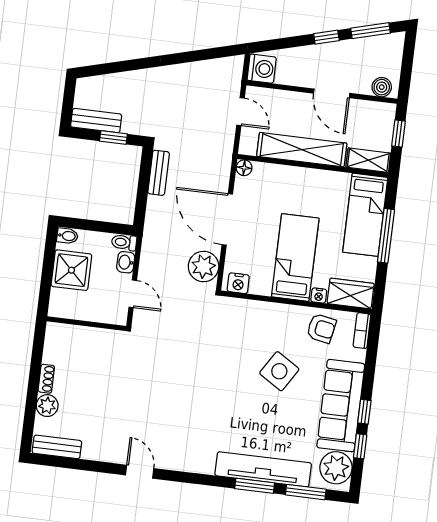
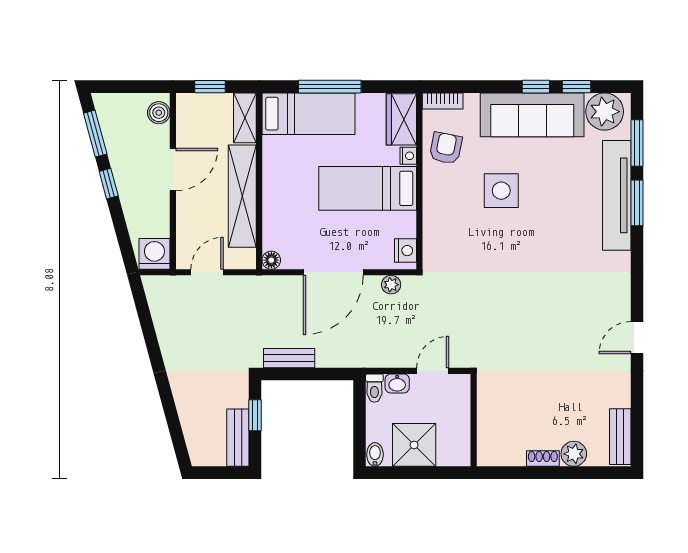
plant: (204, 267) -> (391, 285), width x0.53, depth x0.53
side table: (279, 371) -> (501, 191), turned -32

